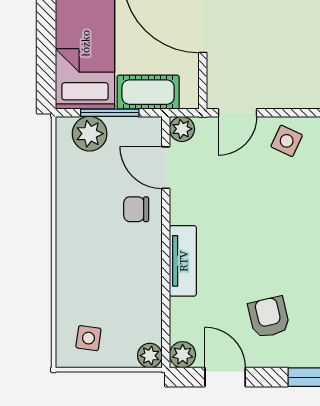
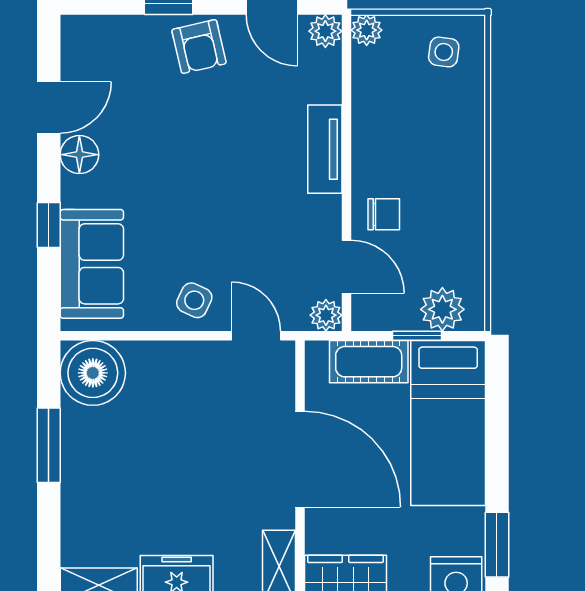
window: (110, 113) -> (417, 336), width x0.67
door: (238, 113) -> (256, 336), hinge flipped
armchair: (269, 317) -> (199, 47), moved

